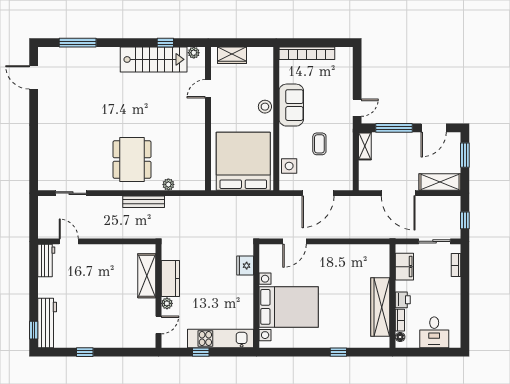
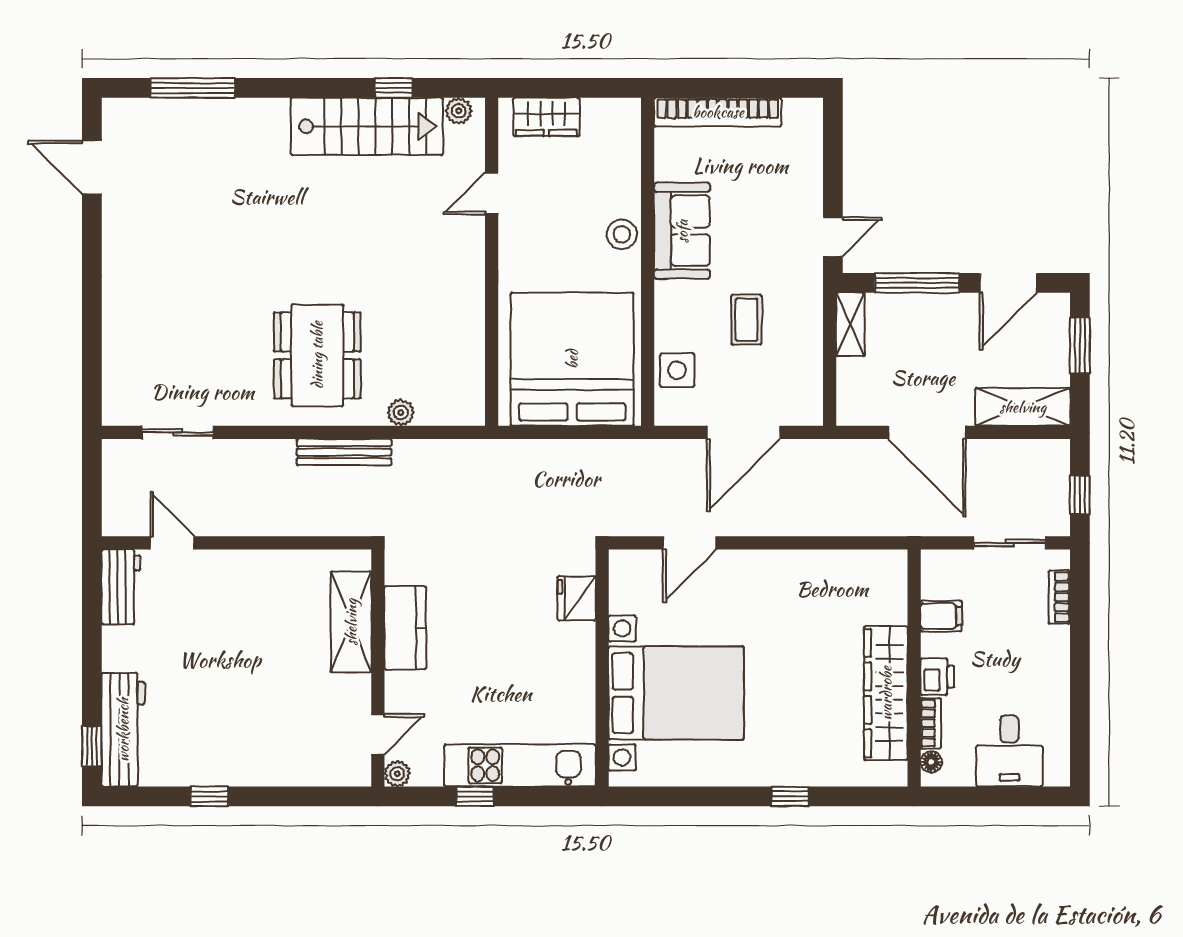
filing cabinet: (404, 267) -> (941, 616), width x0.50
plant: (167, 303) -> (397, 774), moved

